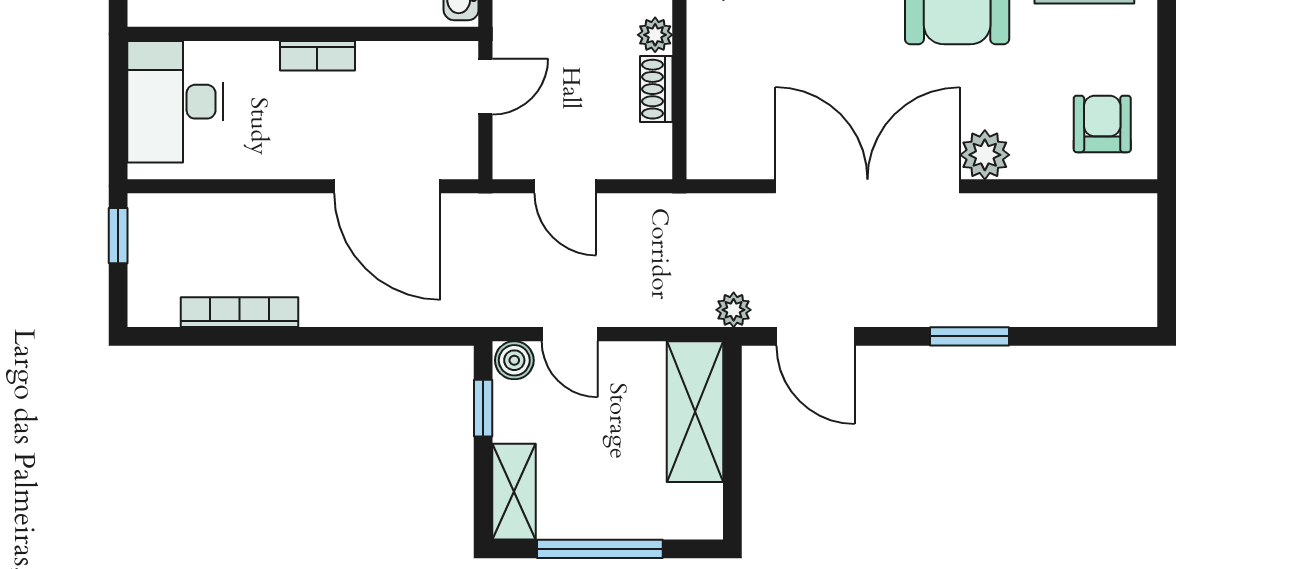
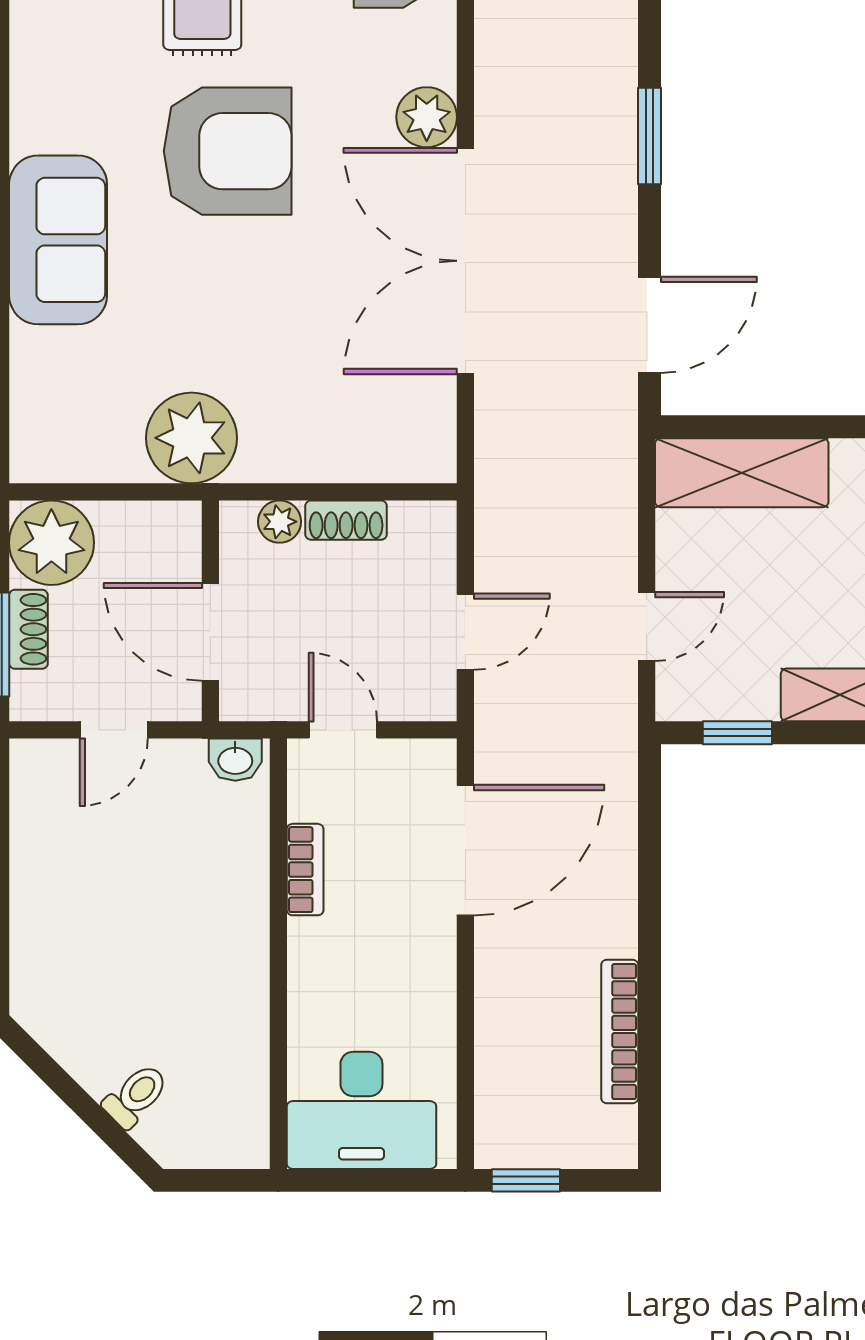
bookcase: (317, 56) -> (305, 870), moved
plant: (734, 310) -> (617, 425), removed
boiler: (514, 360) -> (679, 694), removed

